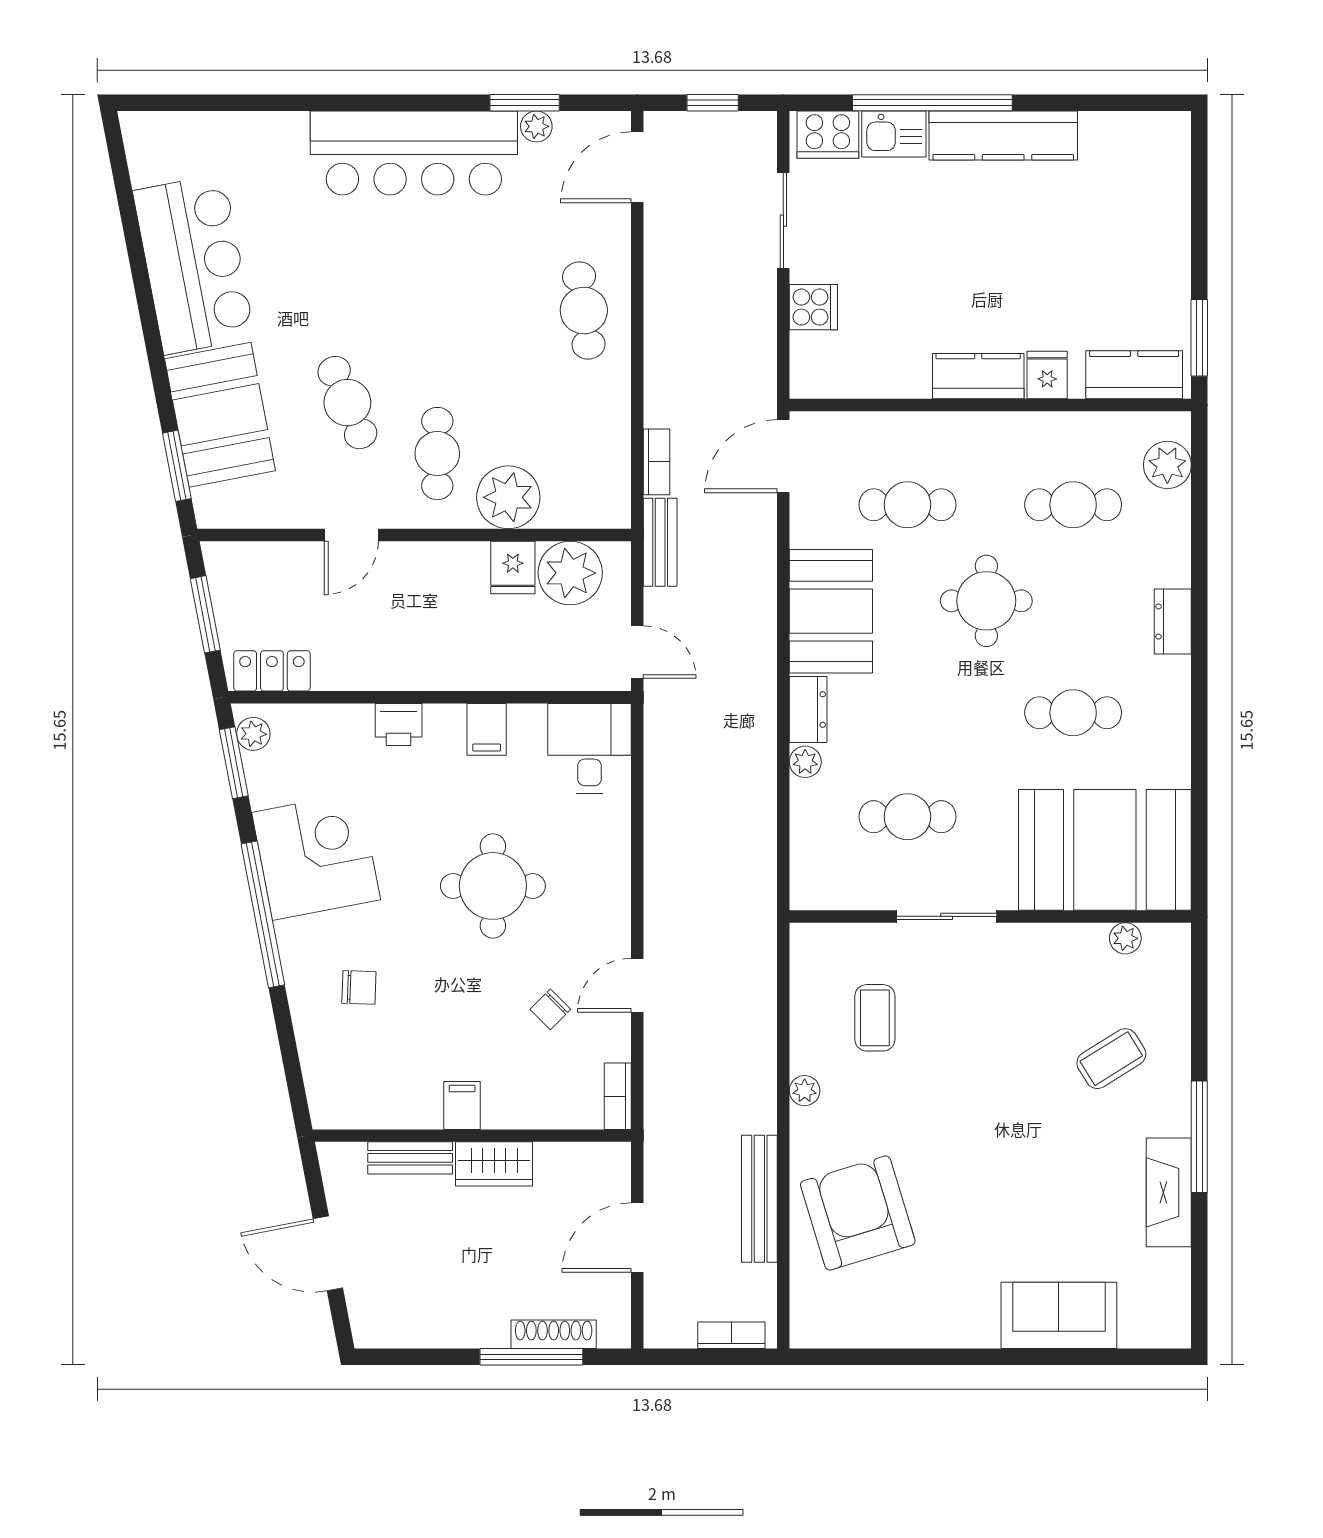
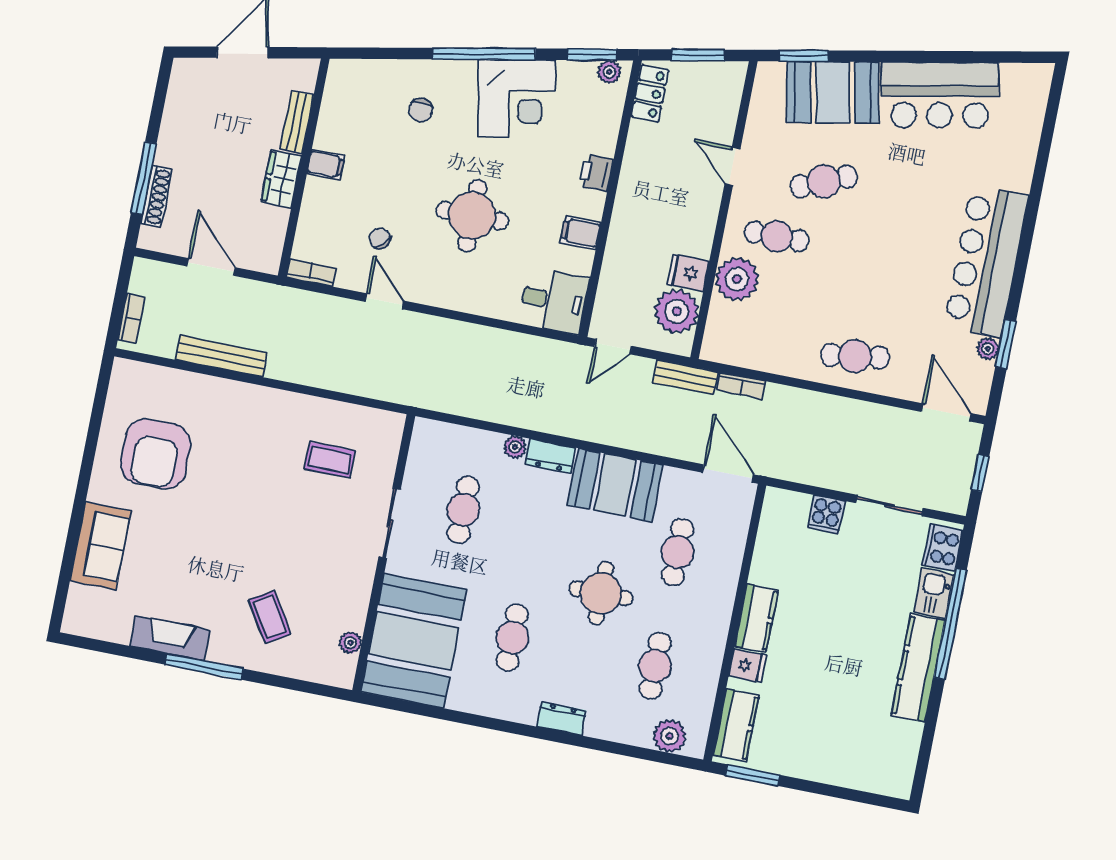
plant: (805, 1091) -> (289, 402), removed
armchair: (858, 1213) -> (155, 454), moved, turned 107

